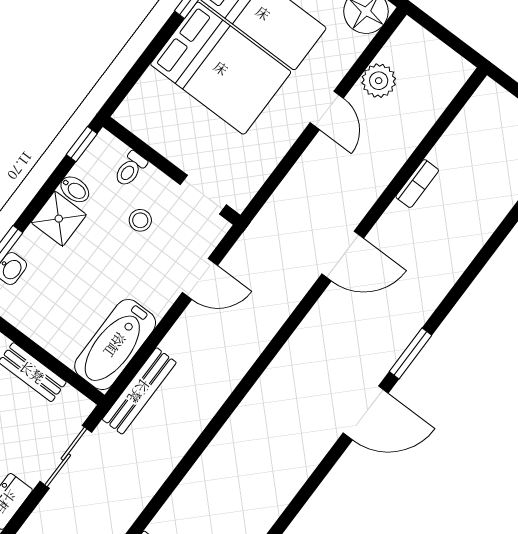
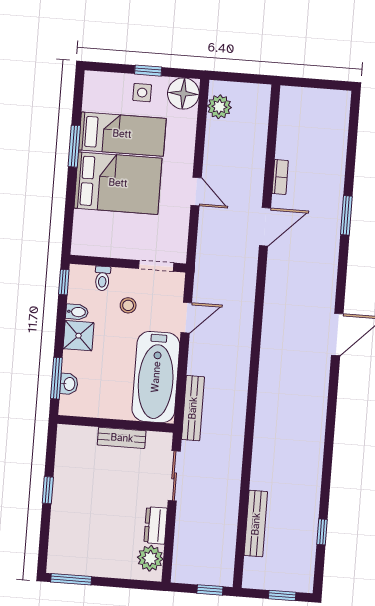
plant: (379, 81) -> (219, 107), moved
door: (327, 110) -> (196, 192), moved
door: (343, 256) -> (265, 227), moved
bathtub: (115, 345) -> (156, 377), width x1.36, depth x1.36
window: (410, 353) -> (346, 215), moved

